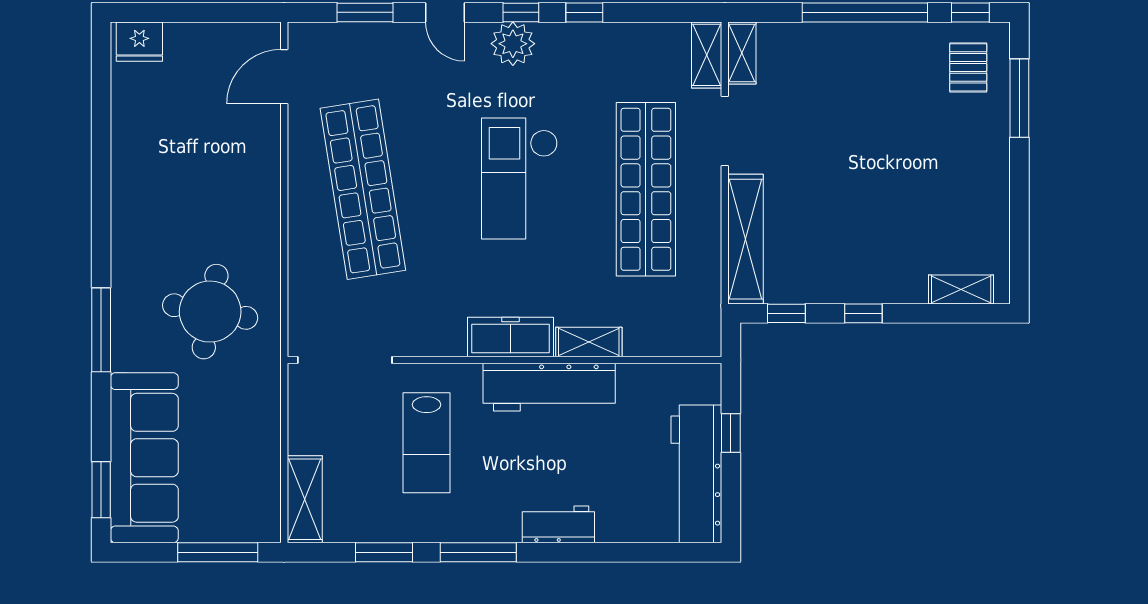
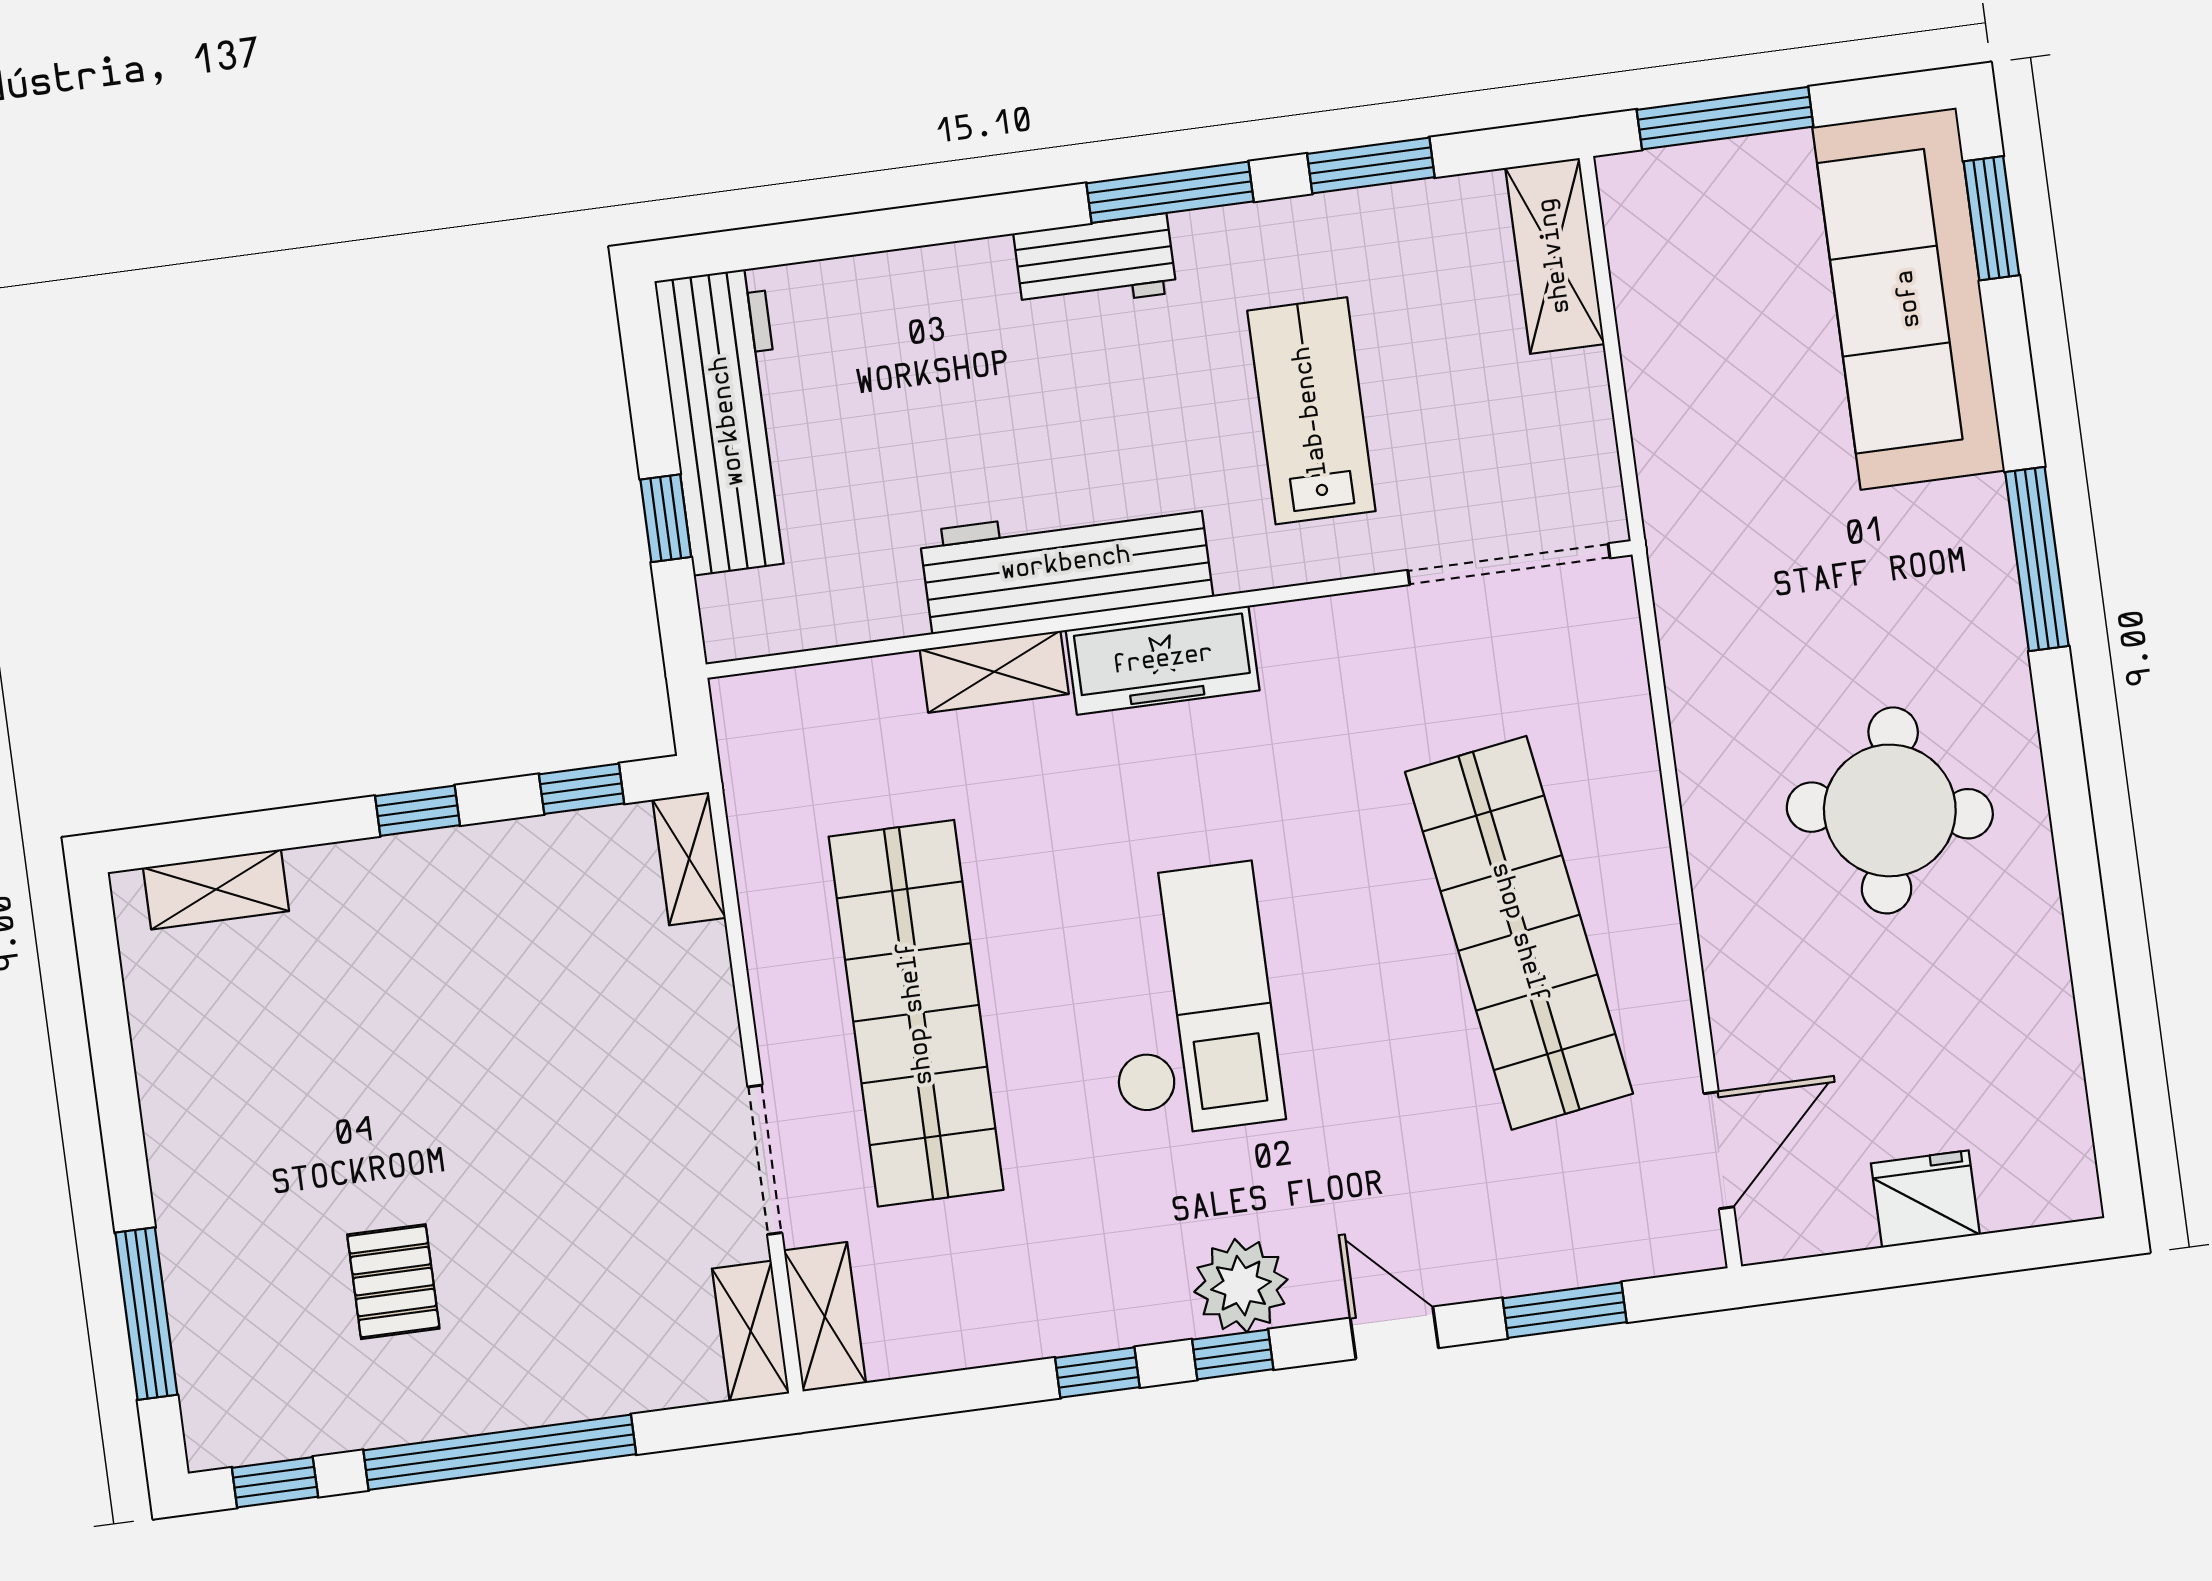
fridge: (139, 42) -> (1925, 1199), moved
pallet: (968, 67) -> (393, 1282), moved
shelving: (745, 239) -> (689, 859), width x0.45, depth x0.75
round table: (210, 312) -> (1890, 810), moved
workbench: (558, 524) -> (1095, 263), moved

